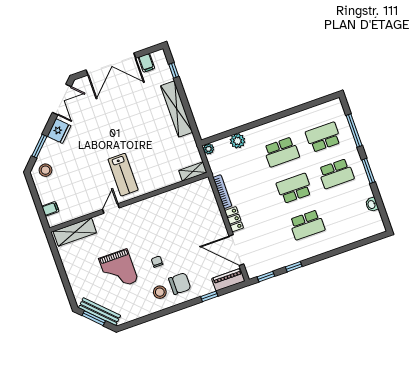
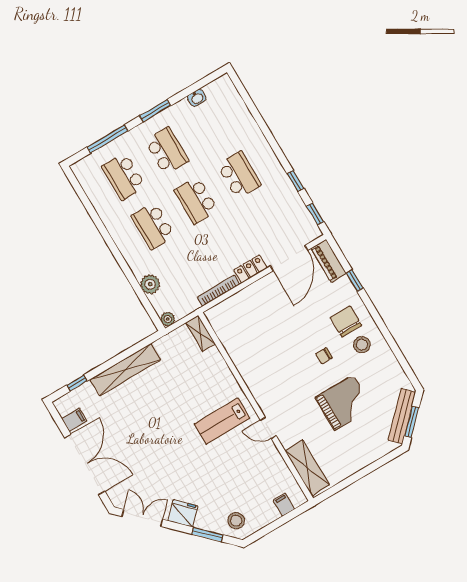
school desk: (281, 152) -> (153, 226), turned 180
lab bench: (123, 175) -> (222, 421), turned 180

